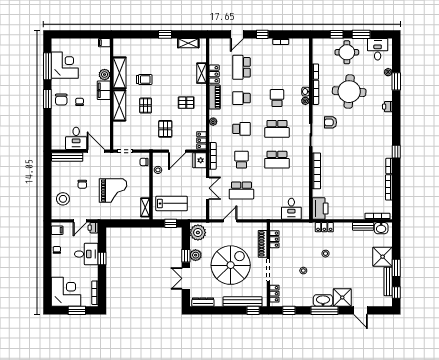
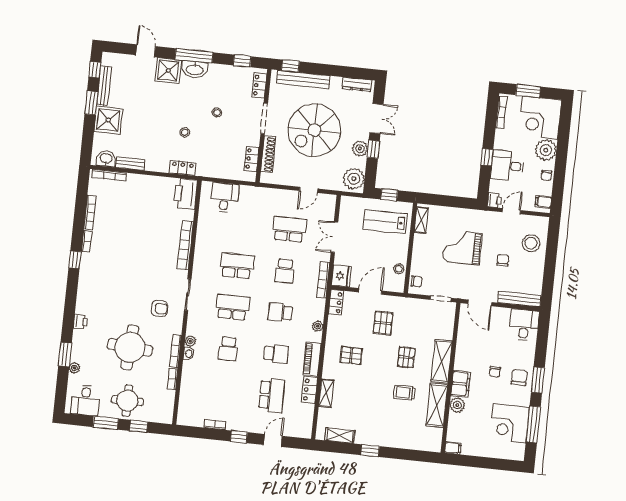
desk: (76, 138) -> (524, 325), moved
plant: (59, 268) -> (546, 150), added

